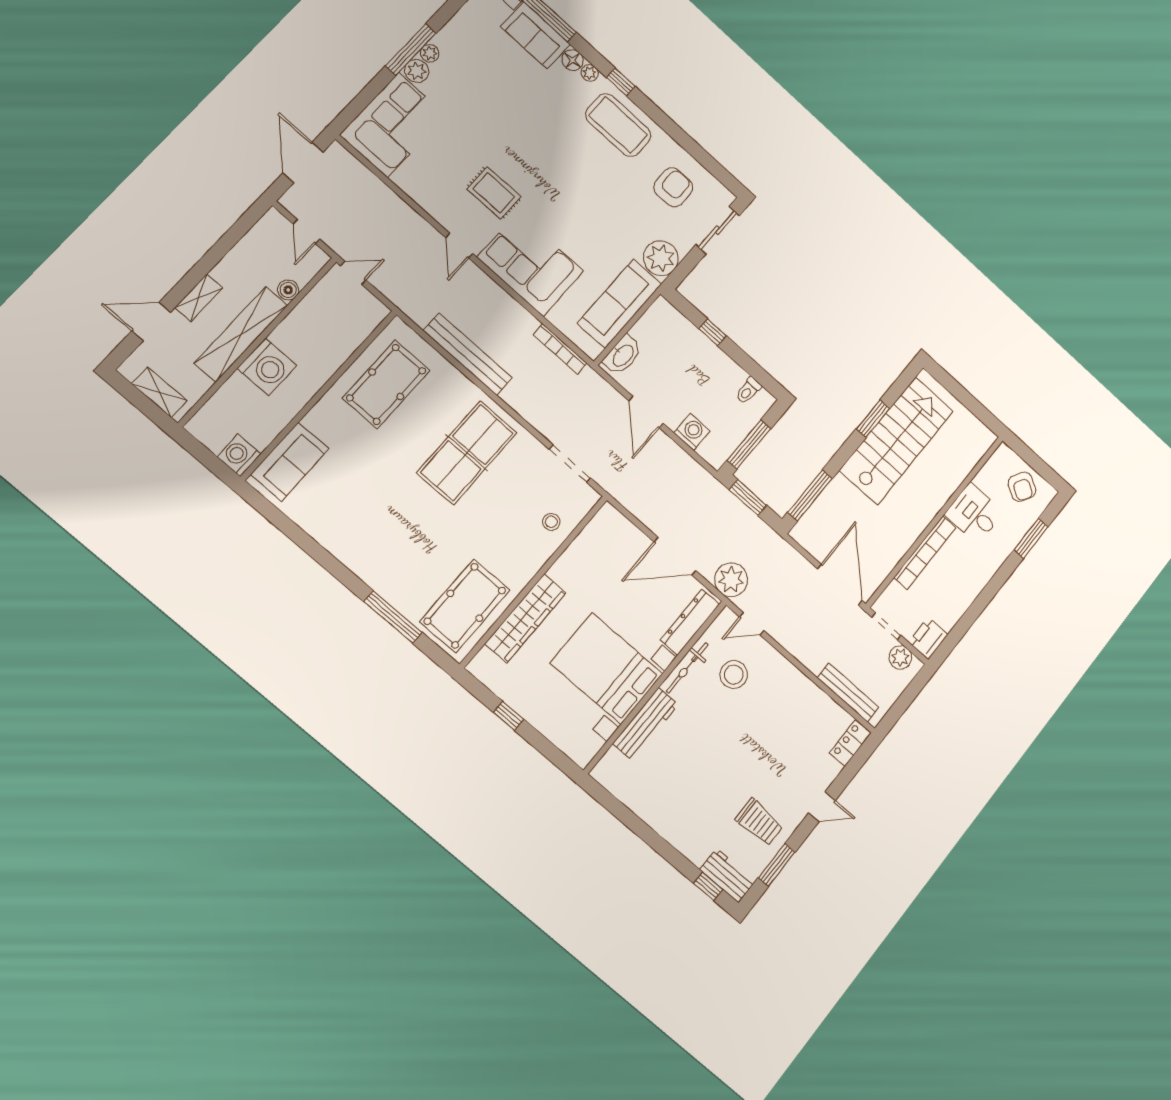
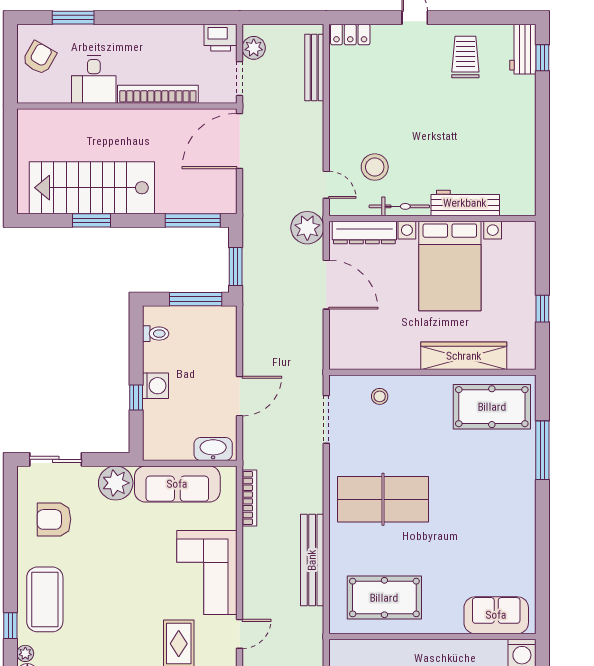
washing machine: (692, 432) -> (155, 386), moved, turned 180
window: (777, 865) -> (485, 18), removed

